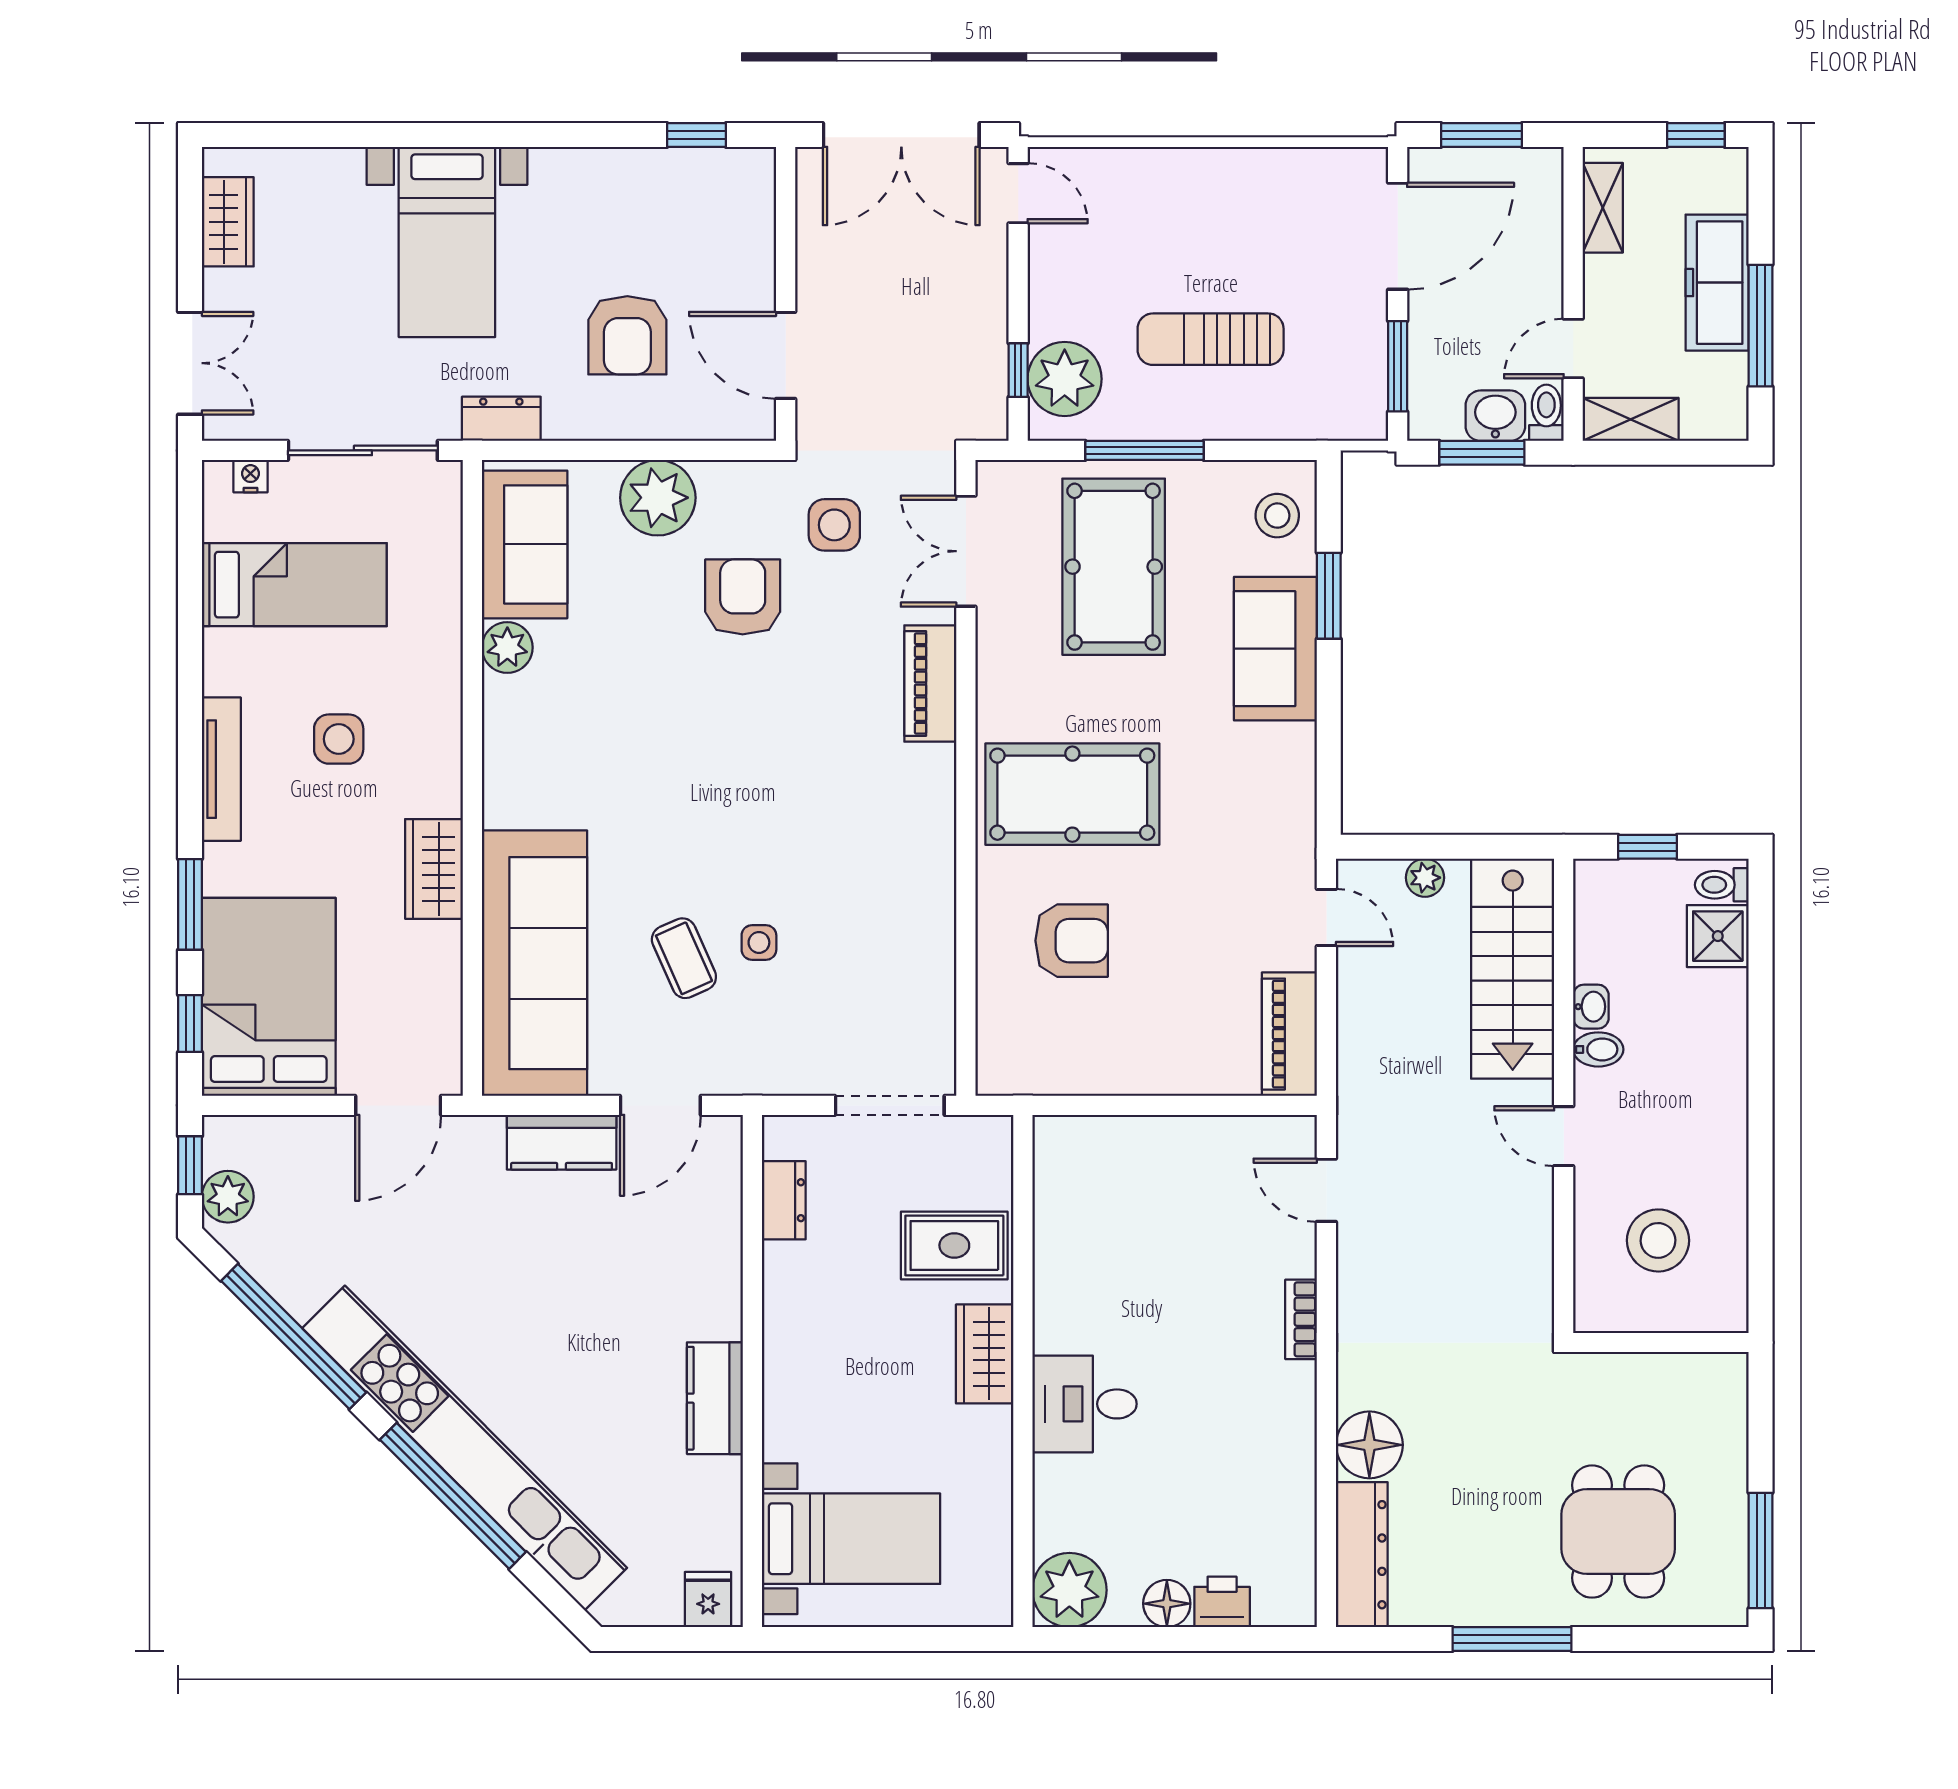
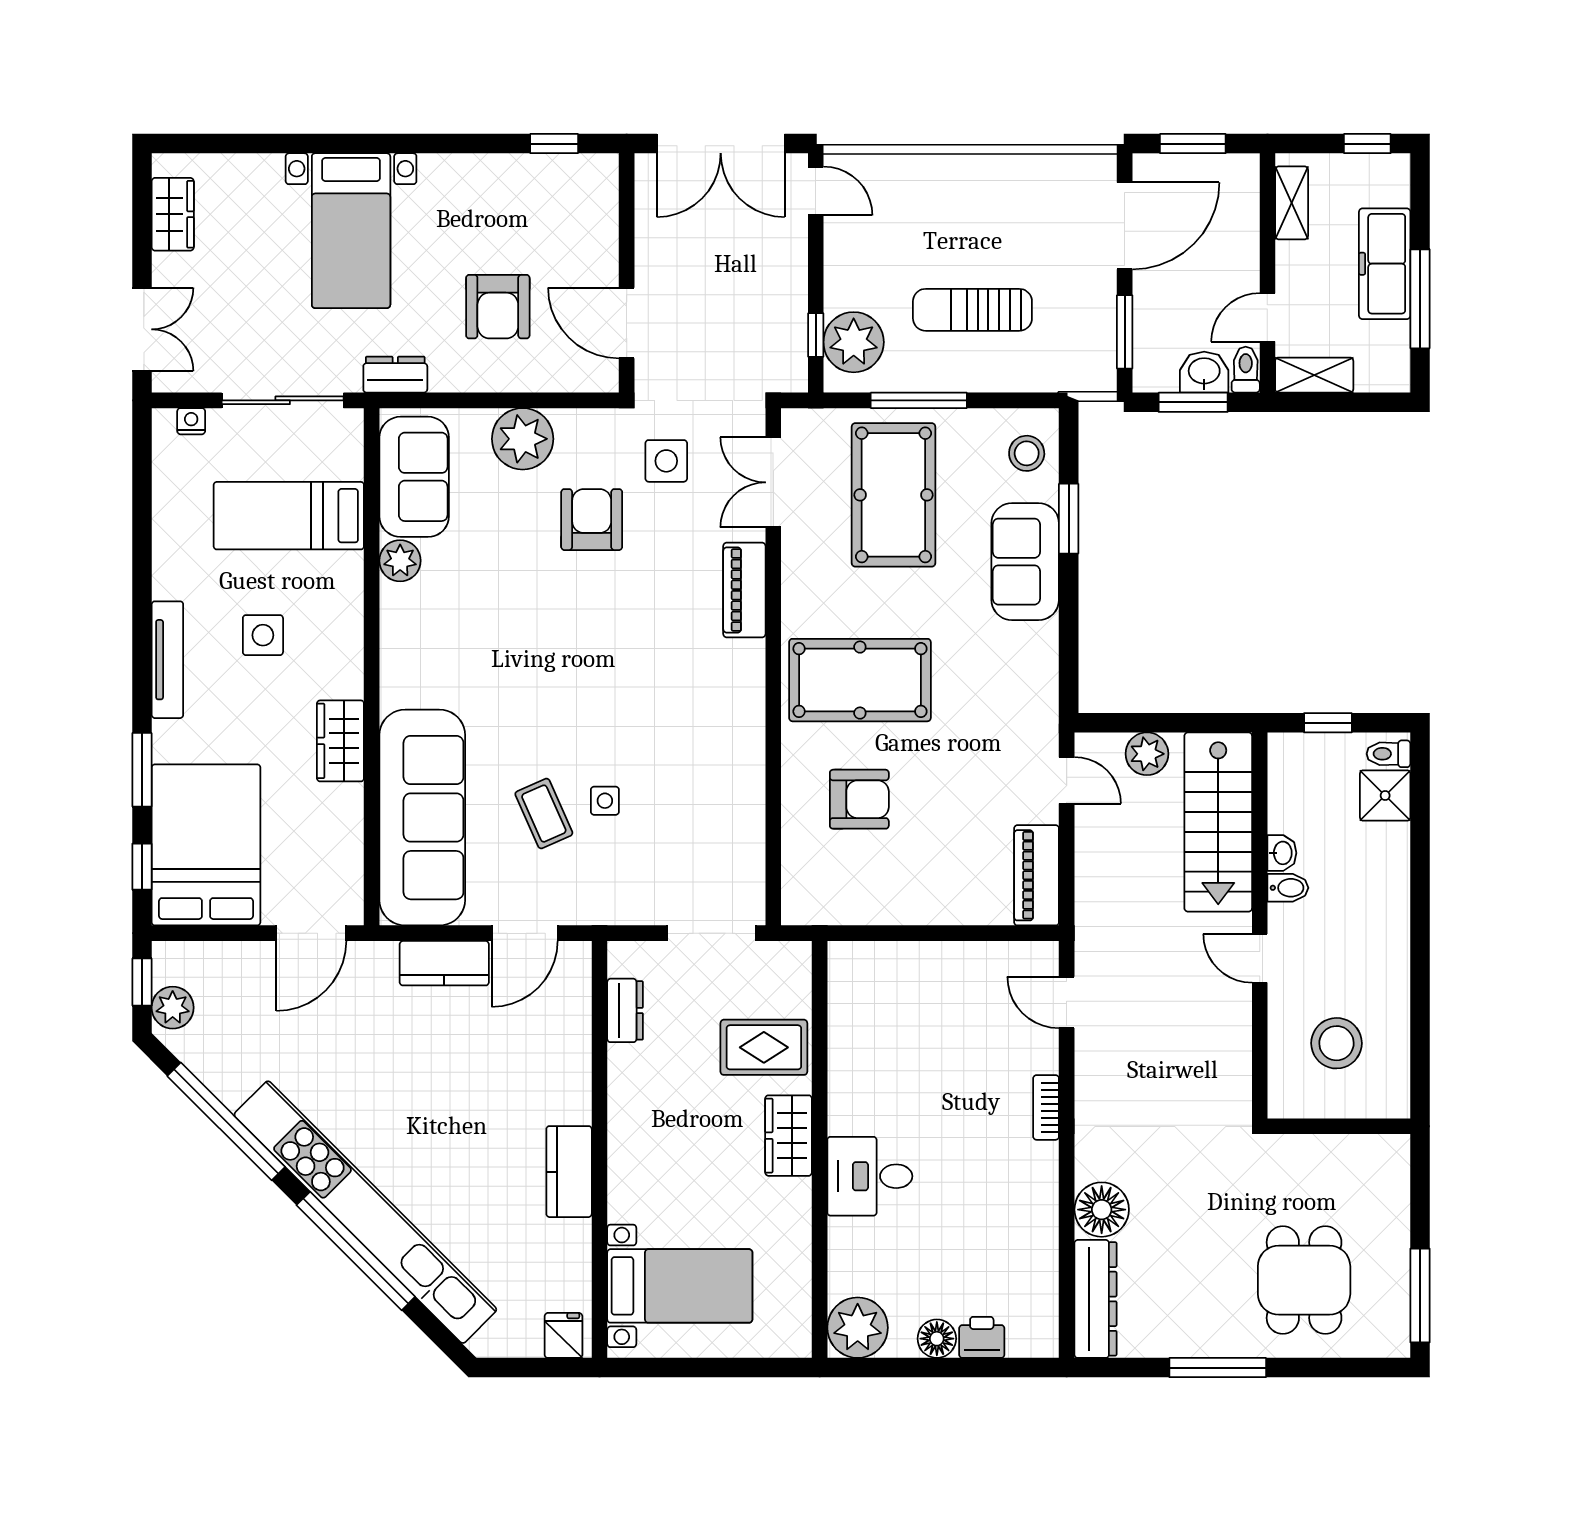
bed: (294, 585) -> (289, 516), moved, turned 180
plant: (1425, 878) -> (1147, 754), width x1.38, depth x1.38

